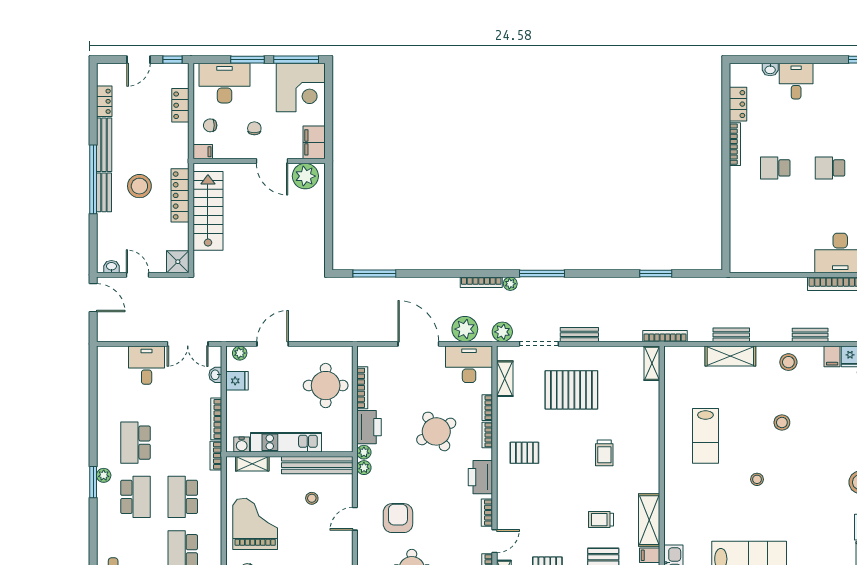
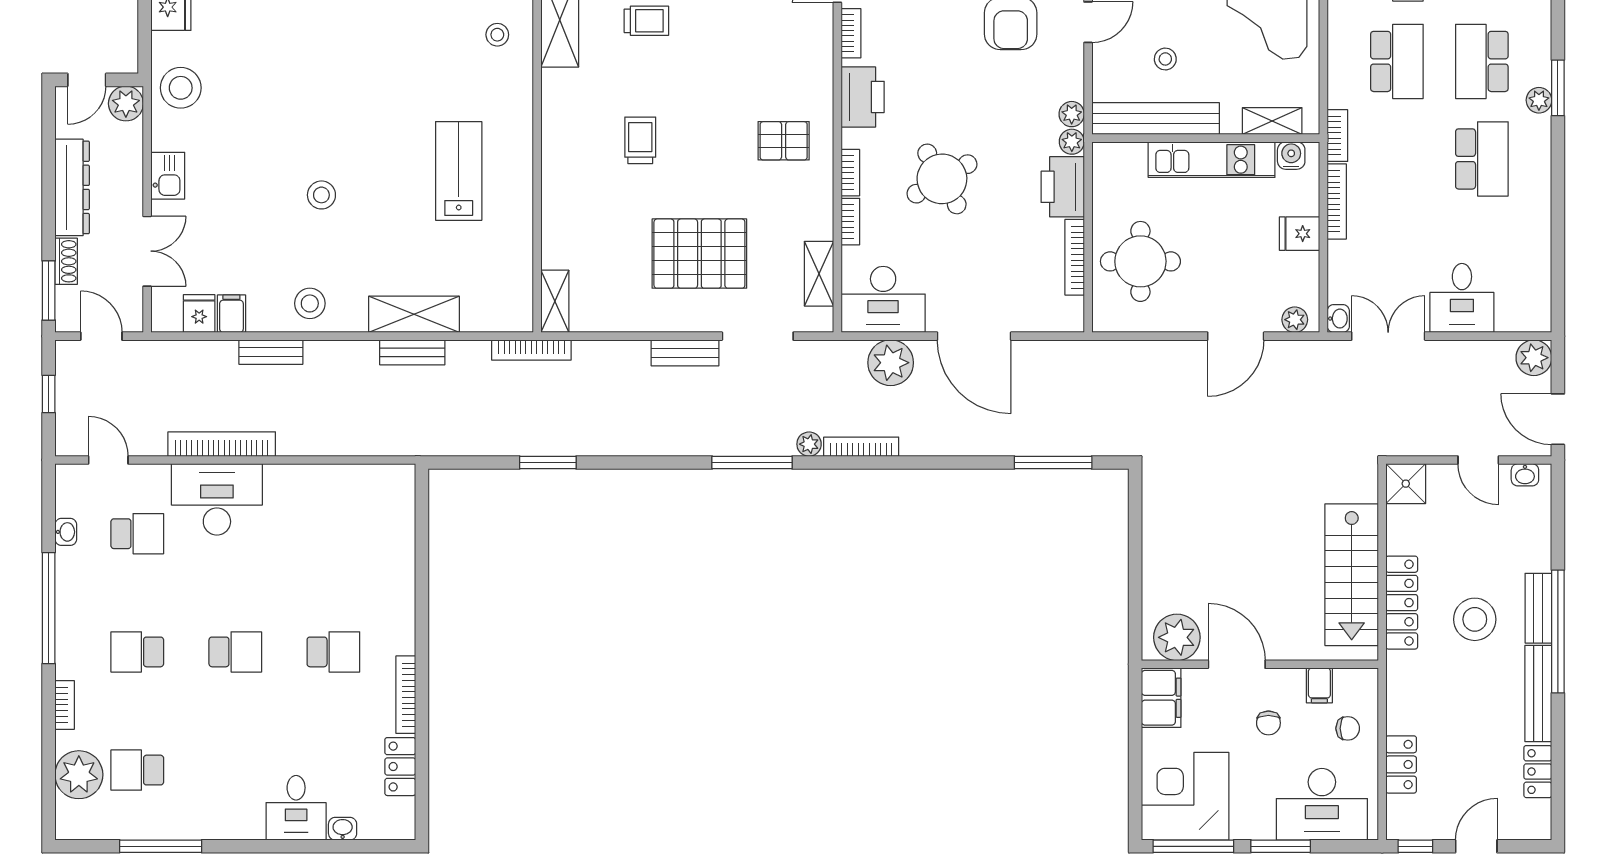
filing cabinet: (203, 152) -> (1319, 685), moved, turned -90
plant: (502, 332) -> (1534, 358), moved
washbasin: (215, 375) -> (1338, 319), moved
fridge: (237, 381) -> (1300, 234), moved
stool: (757, 479) -> (497, 35), moved

